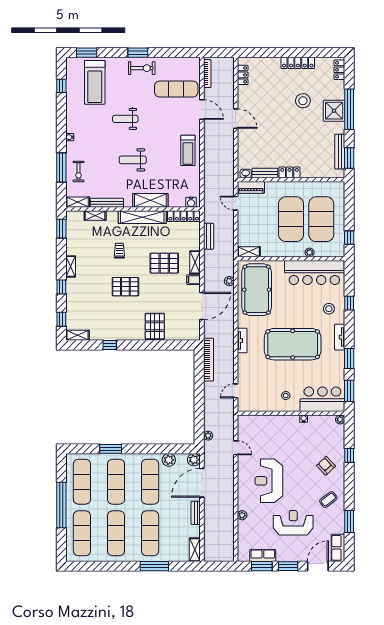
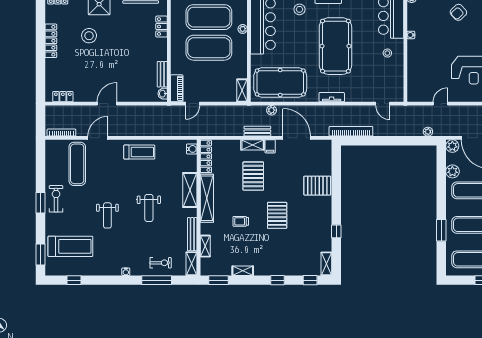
locker: (290, 172) -> (162, 27), moved
bench: (209, 236) -> (257, 131), moved
shelving: (71, 266) -> (243, 271), moved

